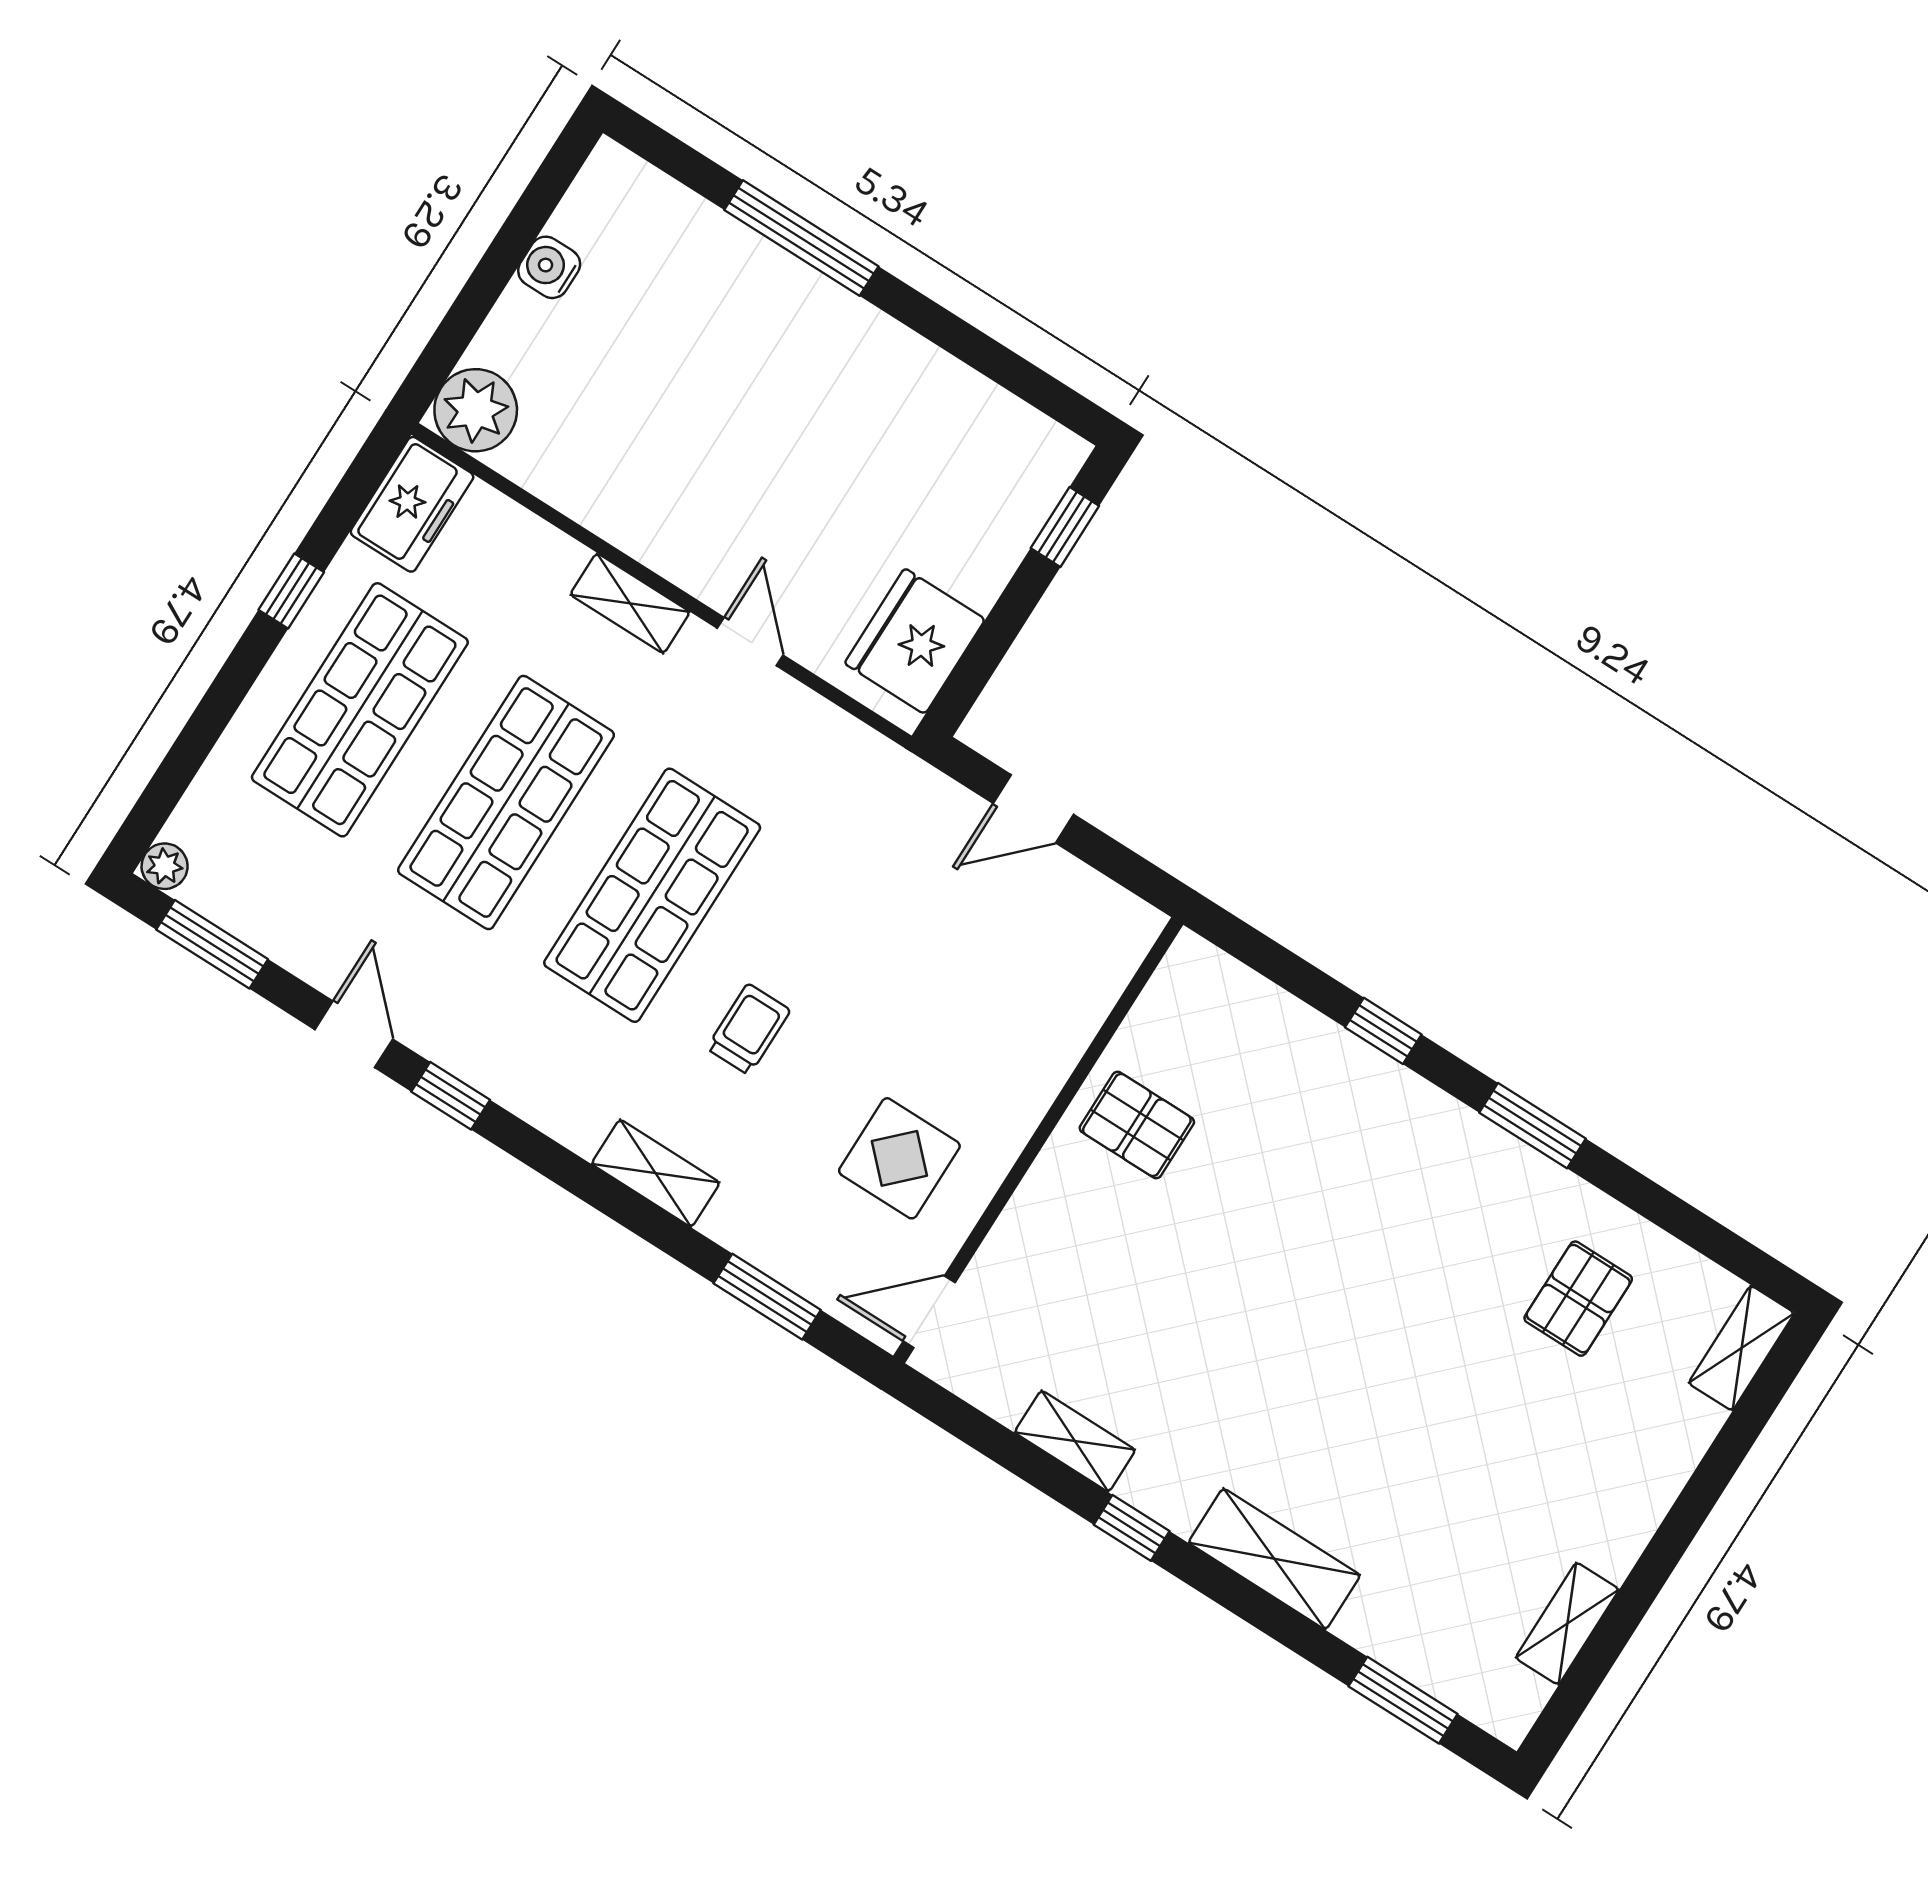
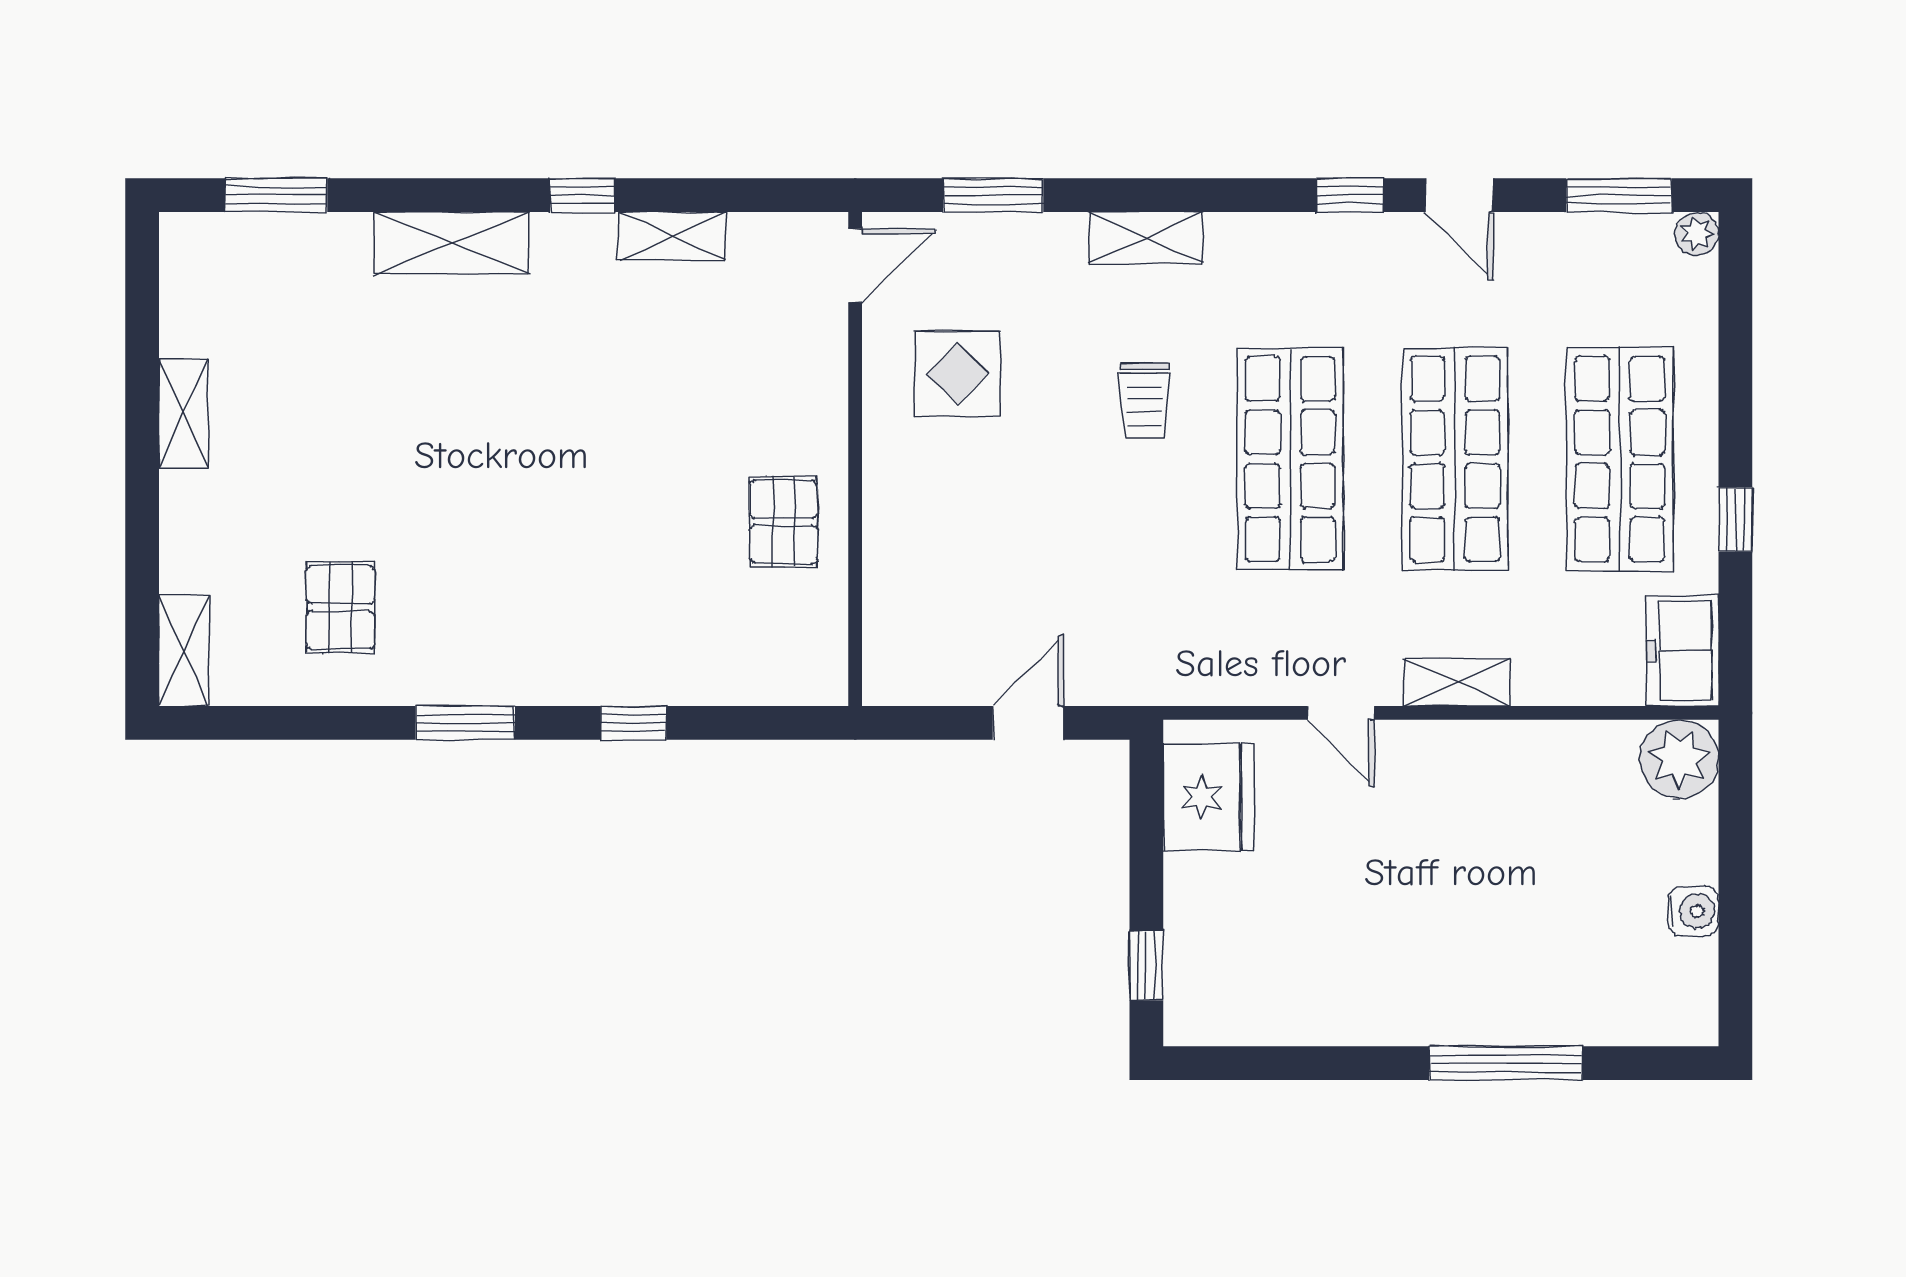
pallet: (1137, 1125) -> (784, 522), turned 90
shelving: (1567, 1624) -> (183, 413), moved

